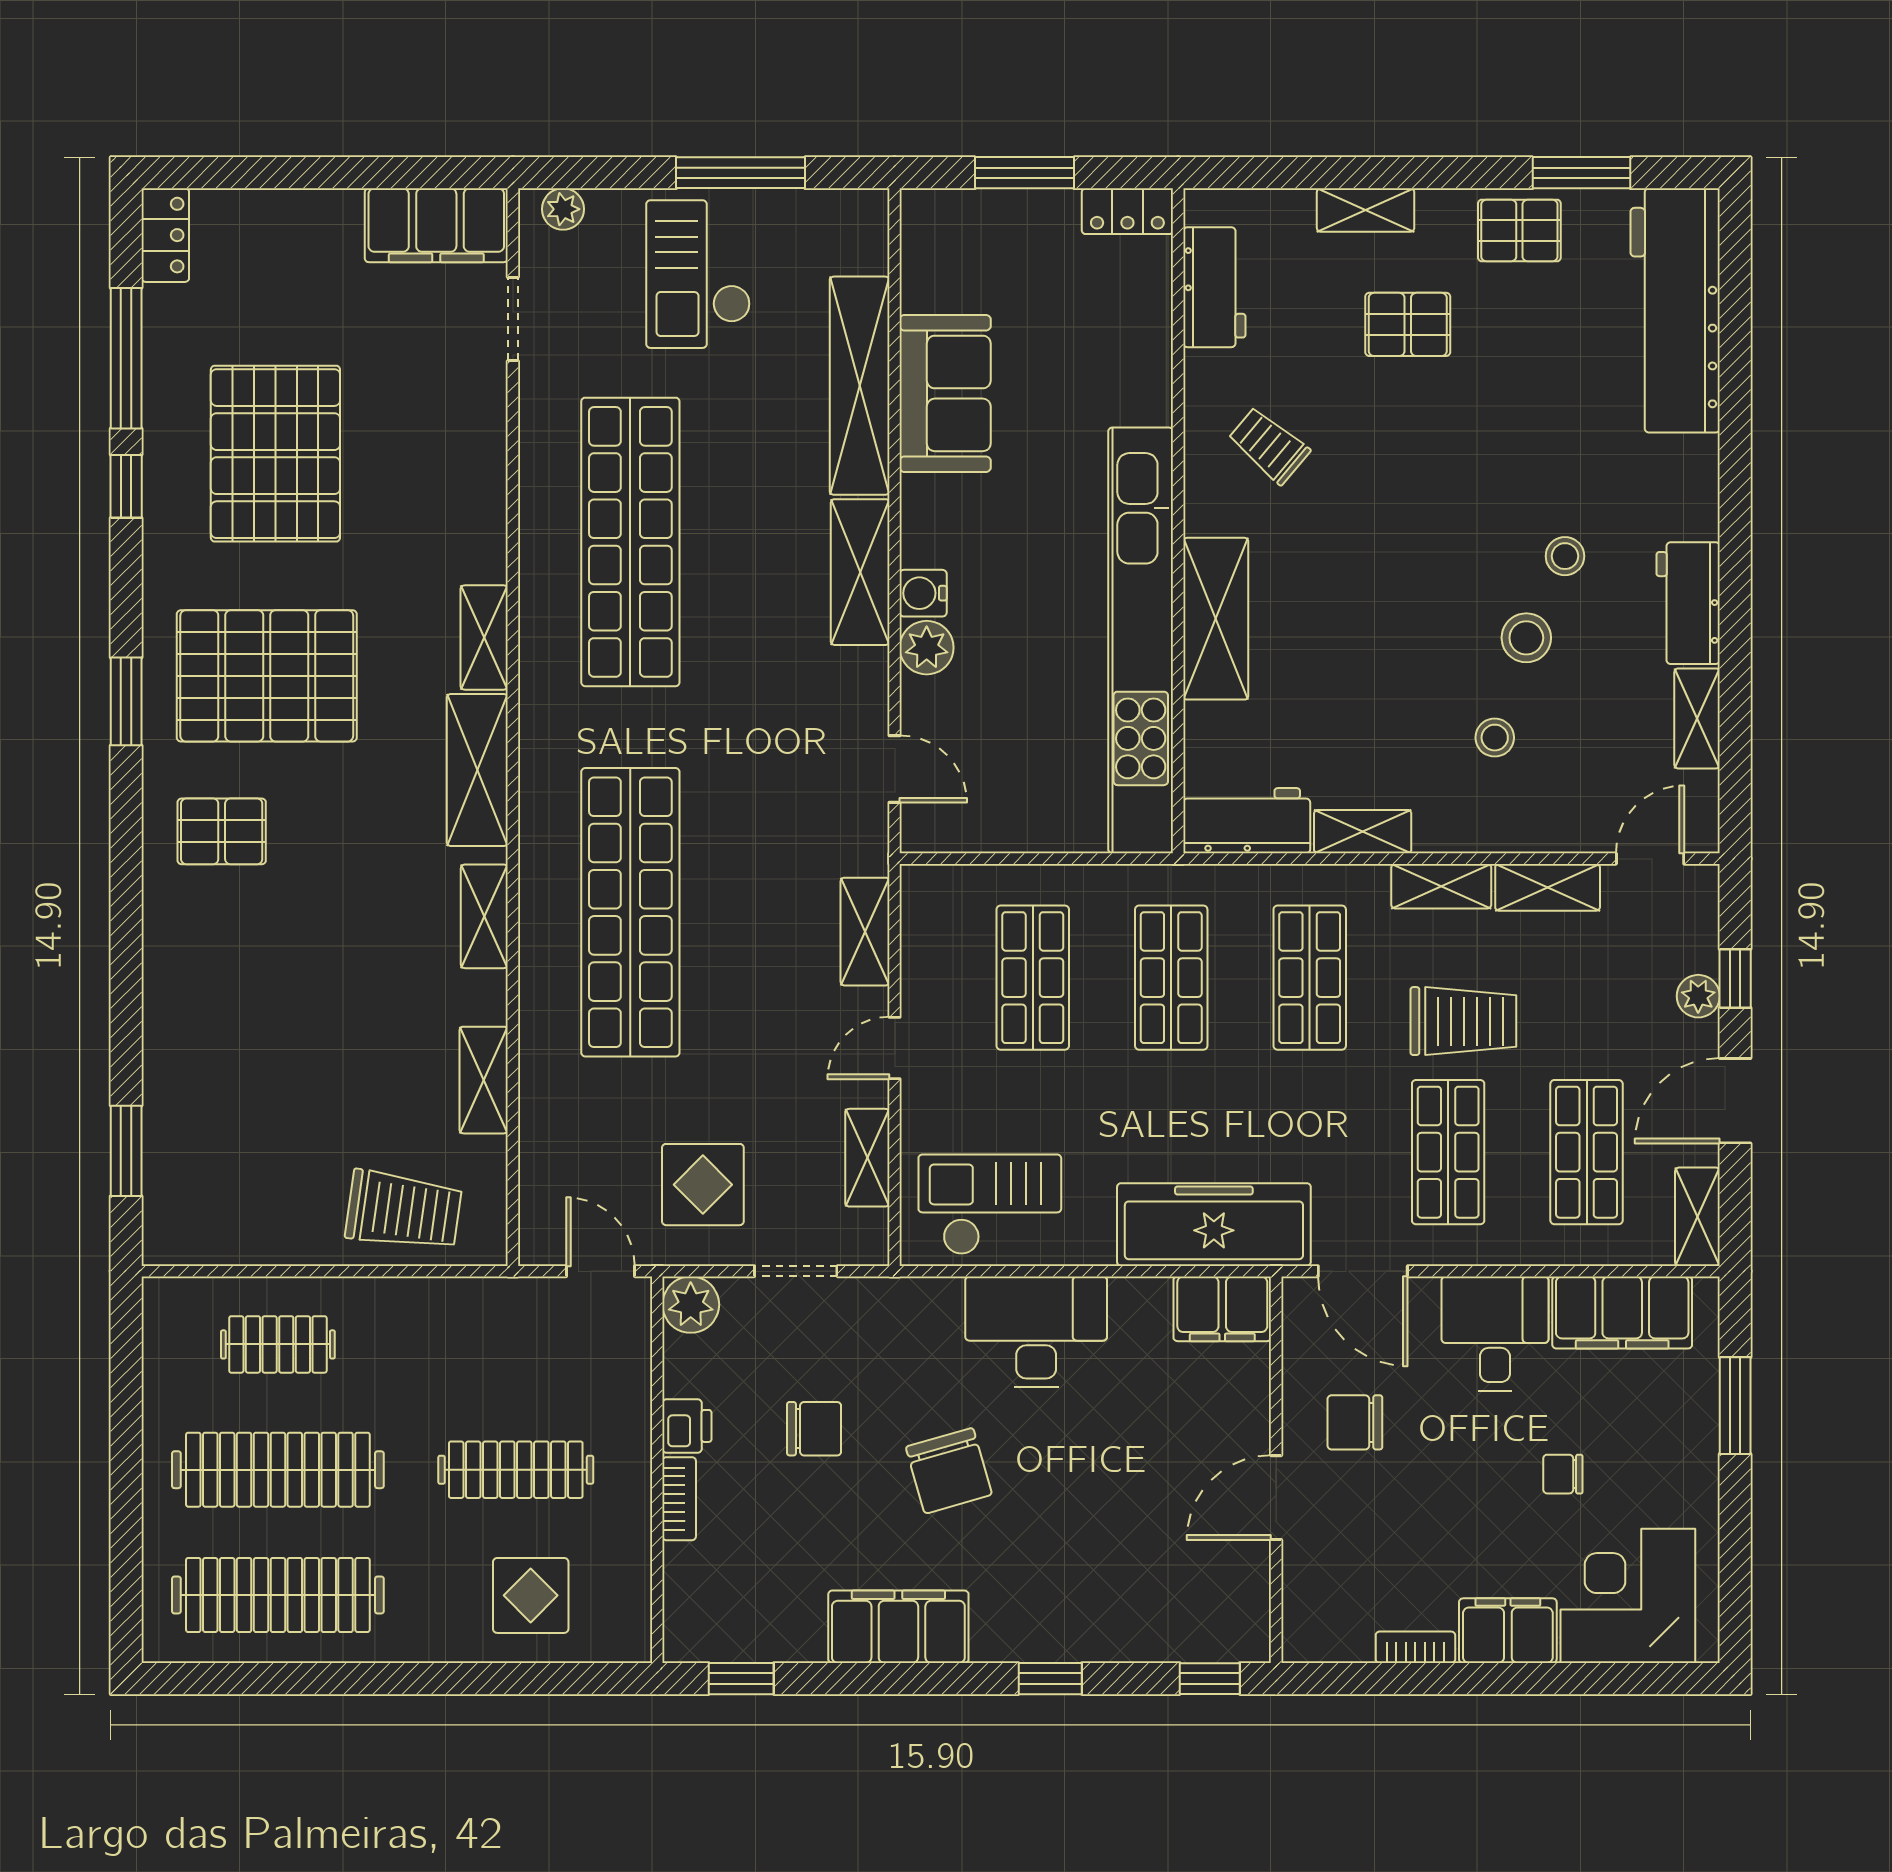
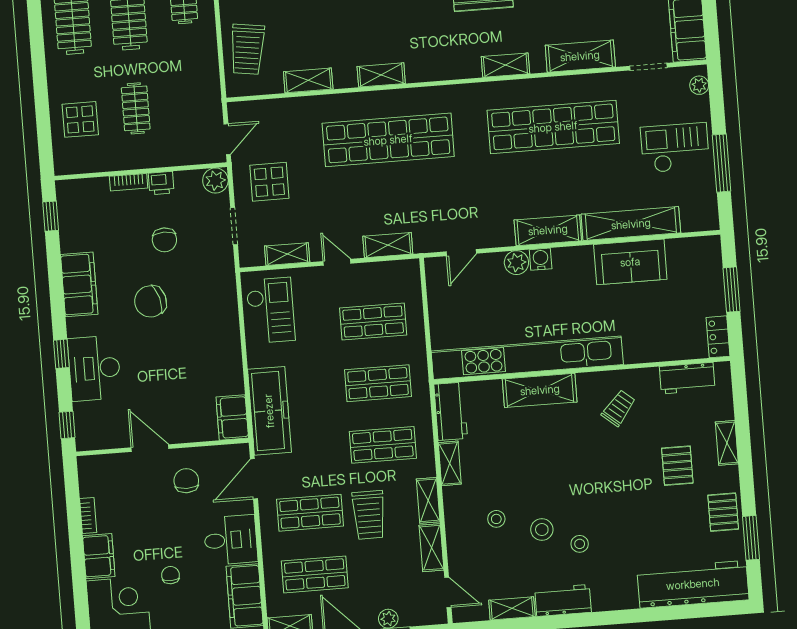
shelving: (477, 770) -> (580, 56), moved
desk: (1036, 1332) -> (94, 368), moved, turned 180
clothes rail: (516, 1470) -> (136, 108), width x0.73

